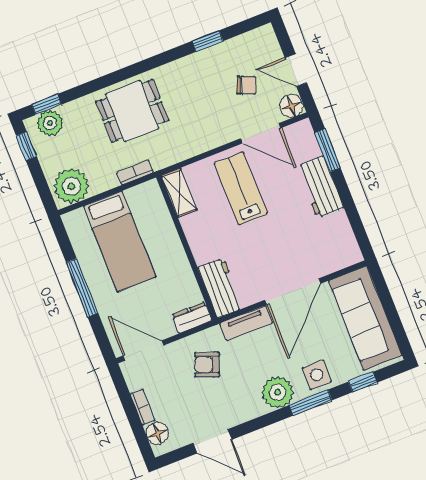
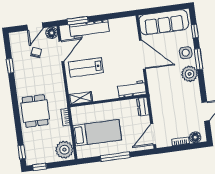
plant: (50, 123) -> (31, 153), removed
workbench: (320, 187) -> (89, 29), width x1.38
tv unit: (246, 323) -> (152, 81), removed
armchair: (207, 365) -> (168, 105), removed

